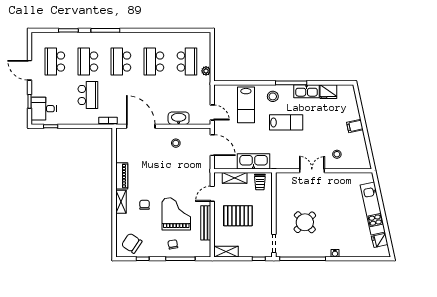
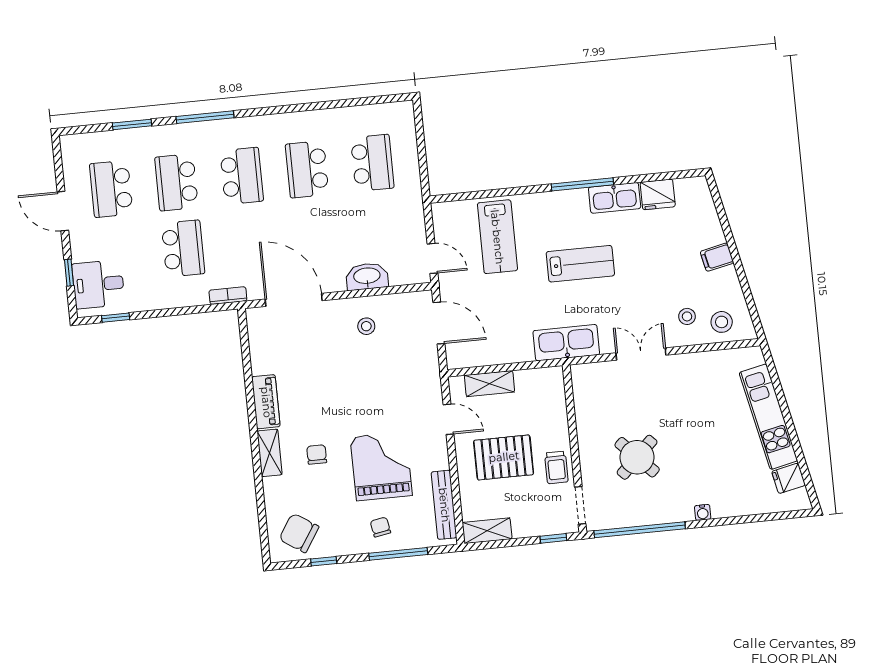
school desk: (121, 62) -> (242, 176), turned 180
plant: (206, 71) -> (412, 178), removed
stool: (273, 96) -> (722, 322), moved
kitchen sink: (254, 161) -> (566, 343), moved
trolley: (260, 182) -> (556, 467), moved
door: (212, 194) -> (448, 419), swing flipped
bench: (206, 223) -> (444, 505), moved

